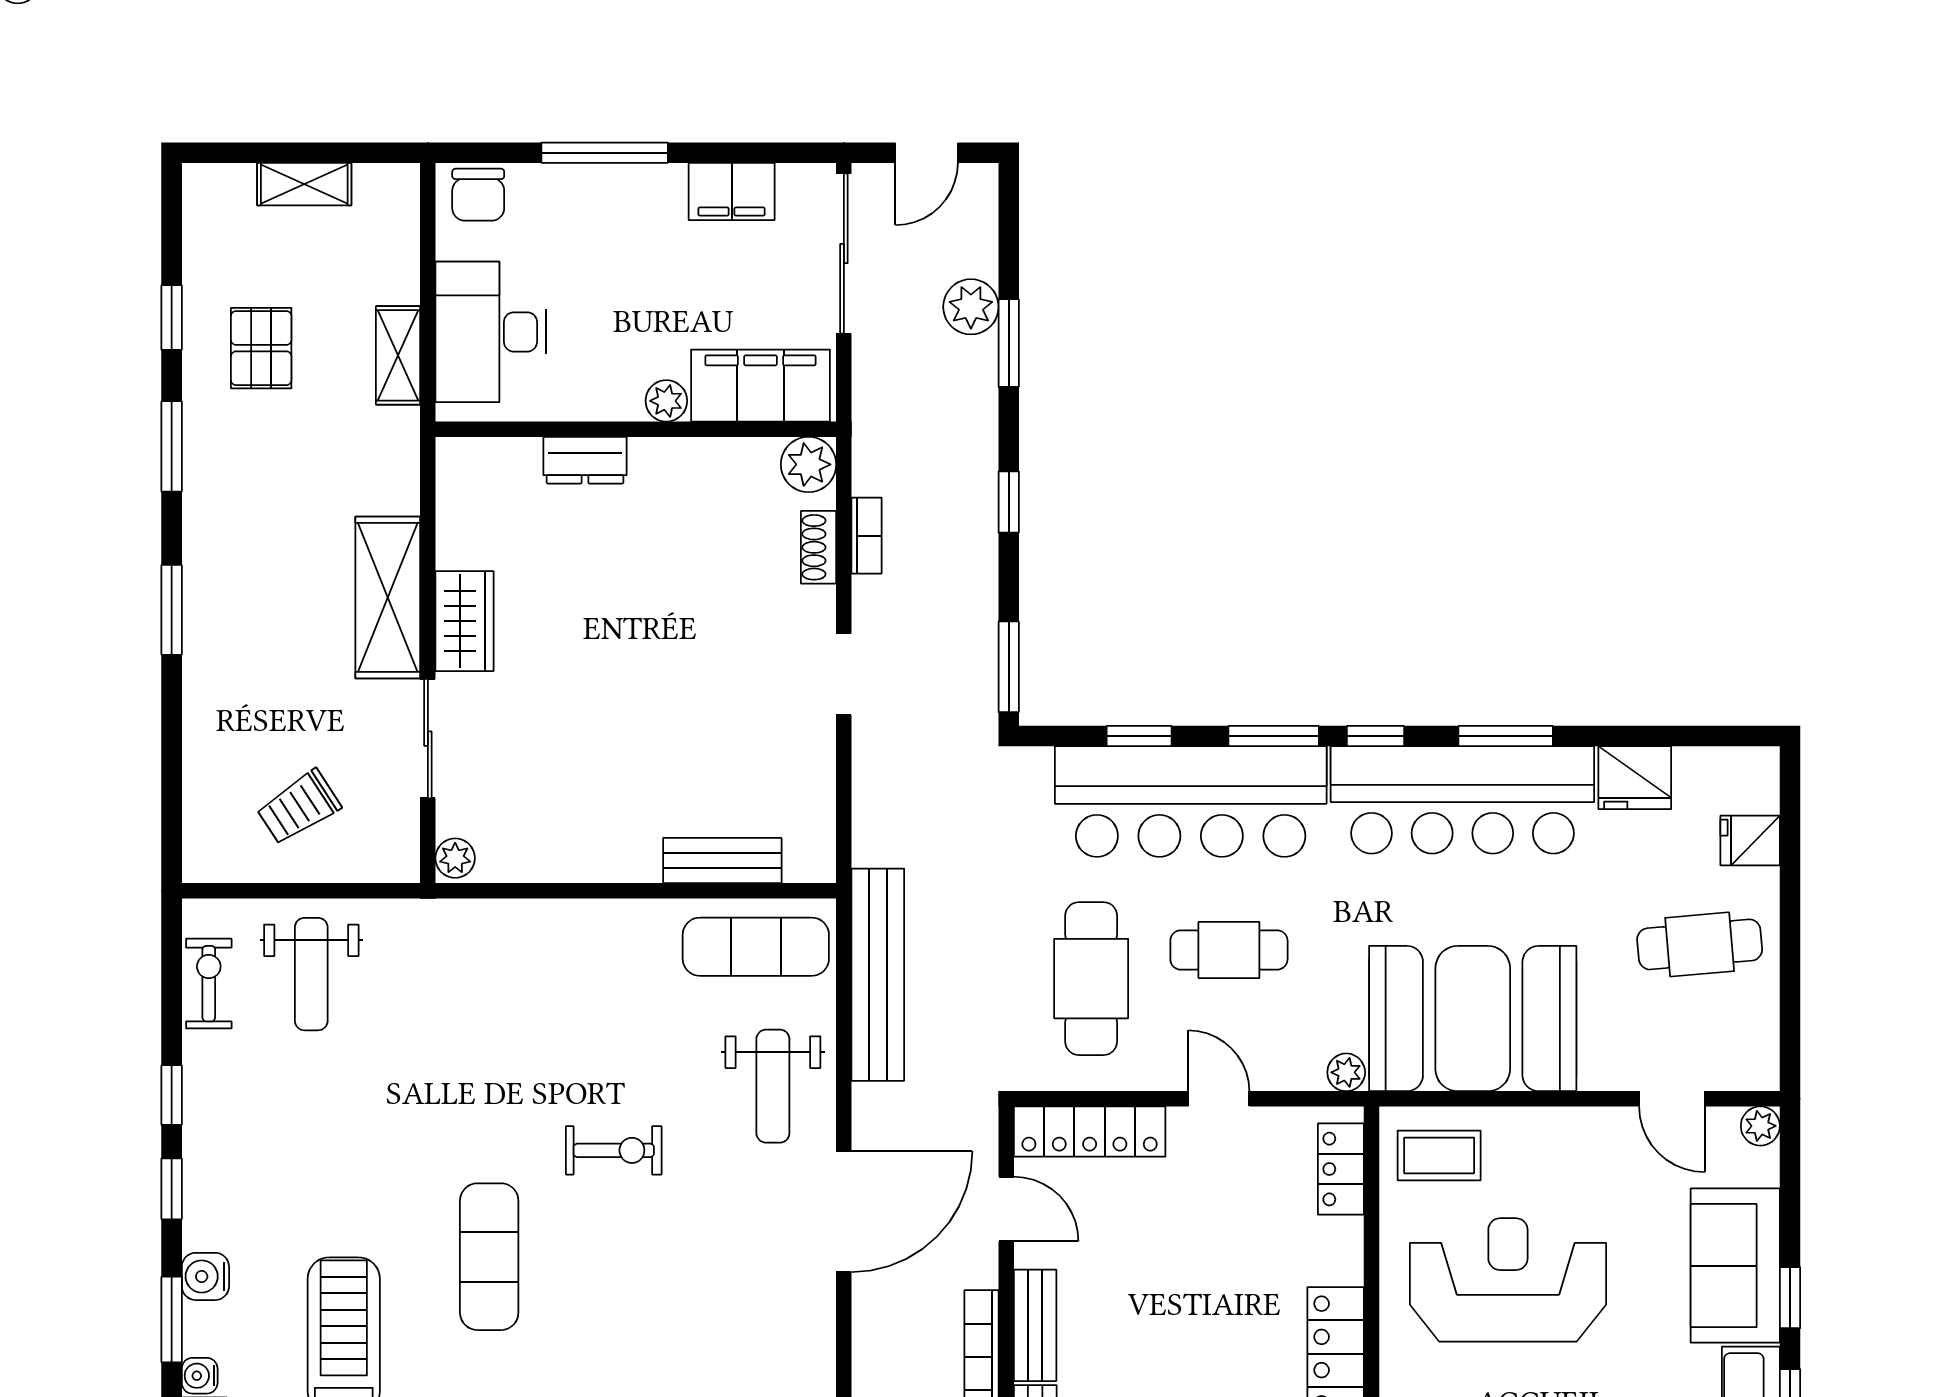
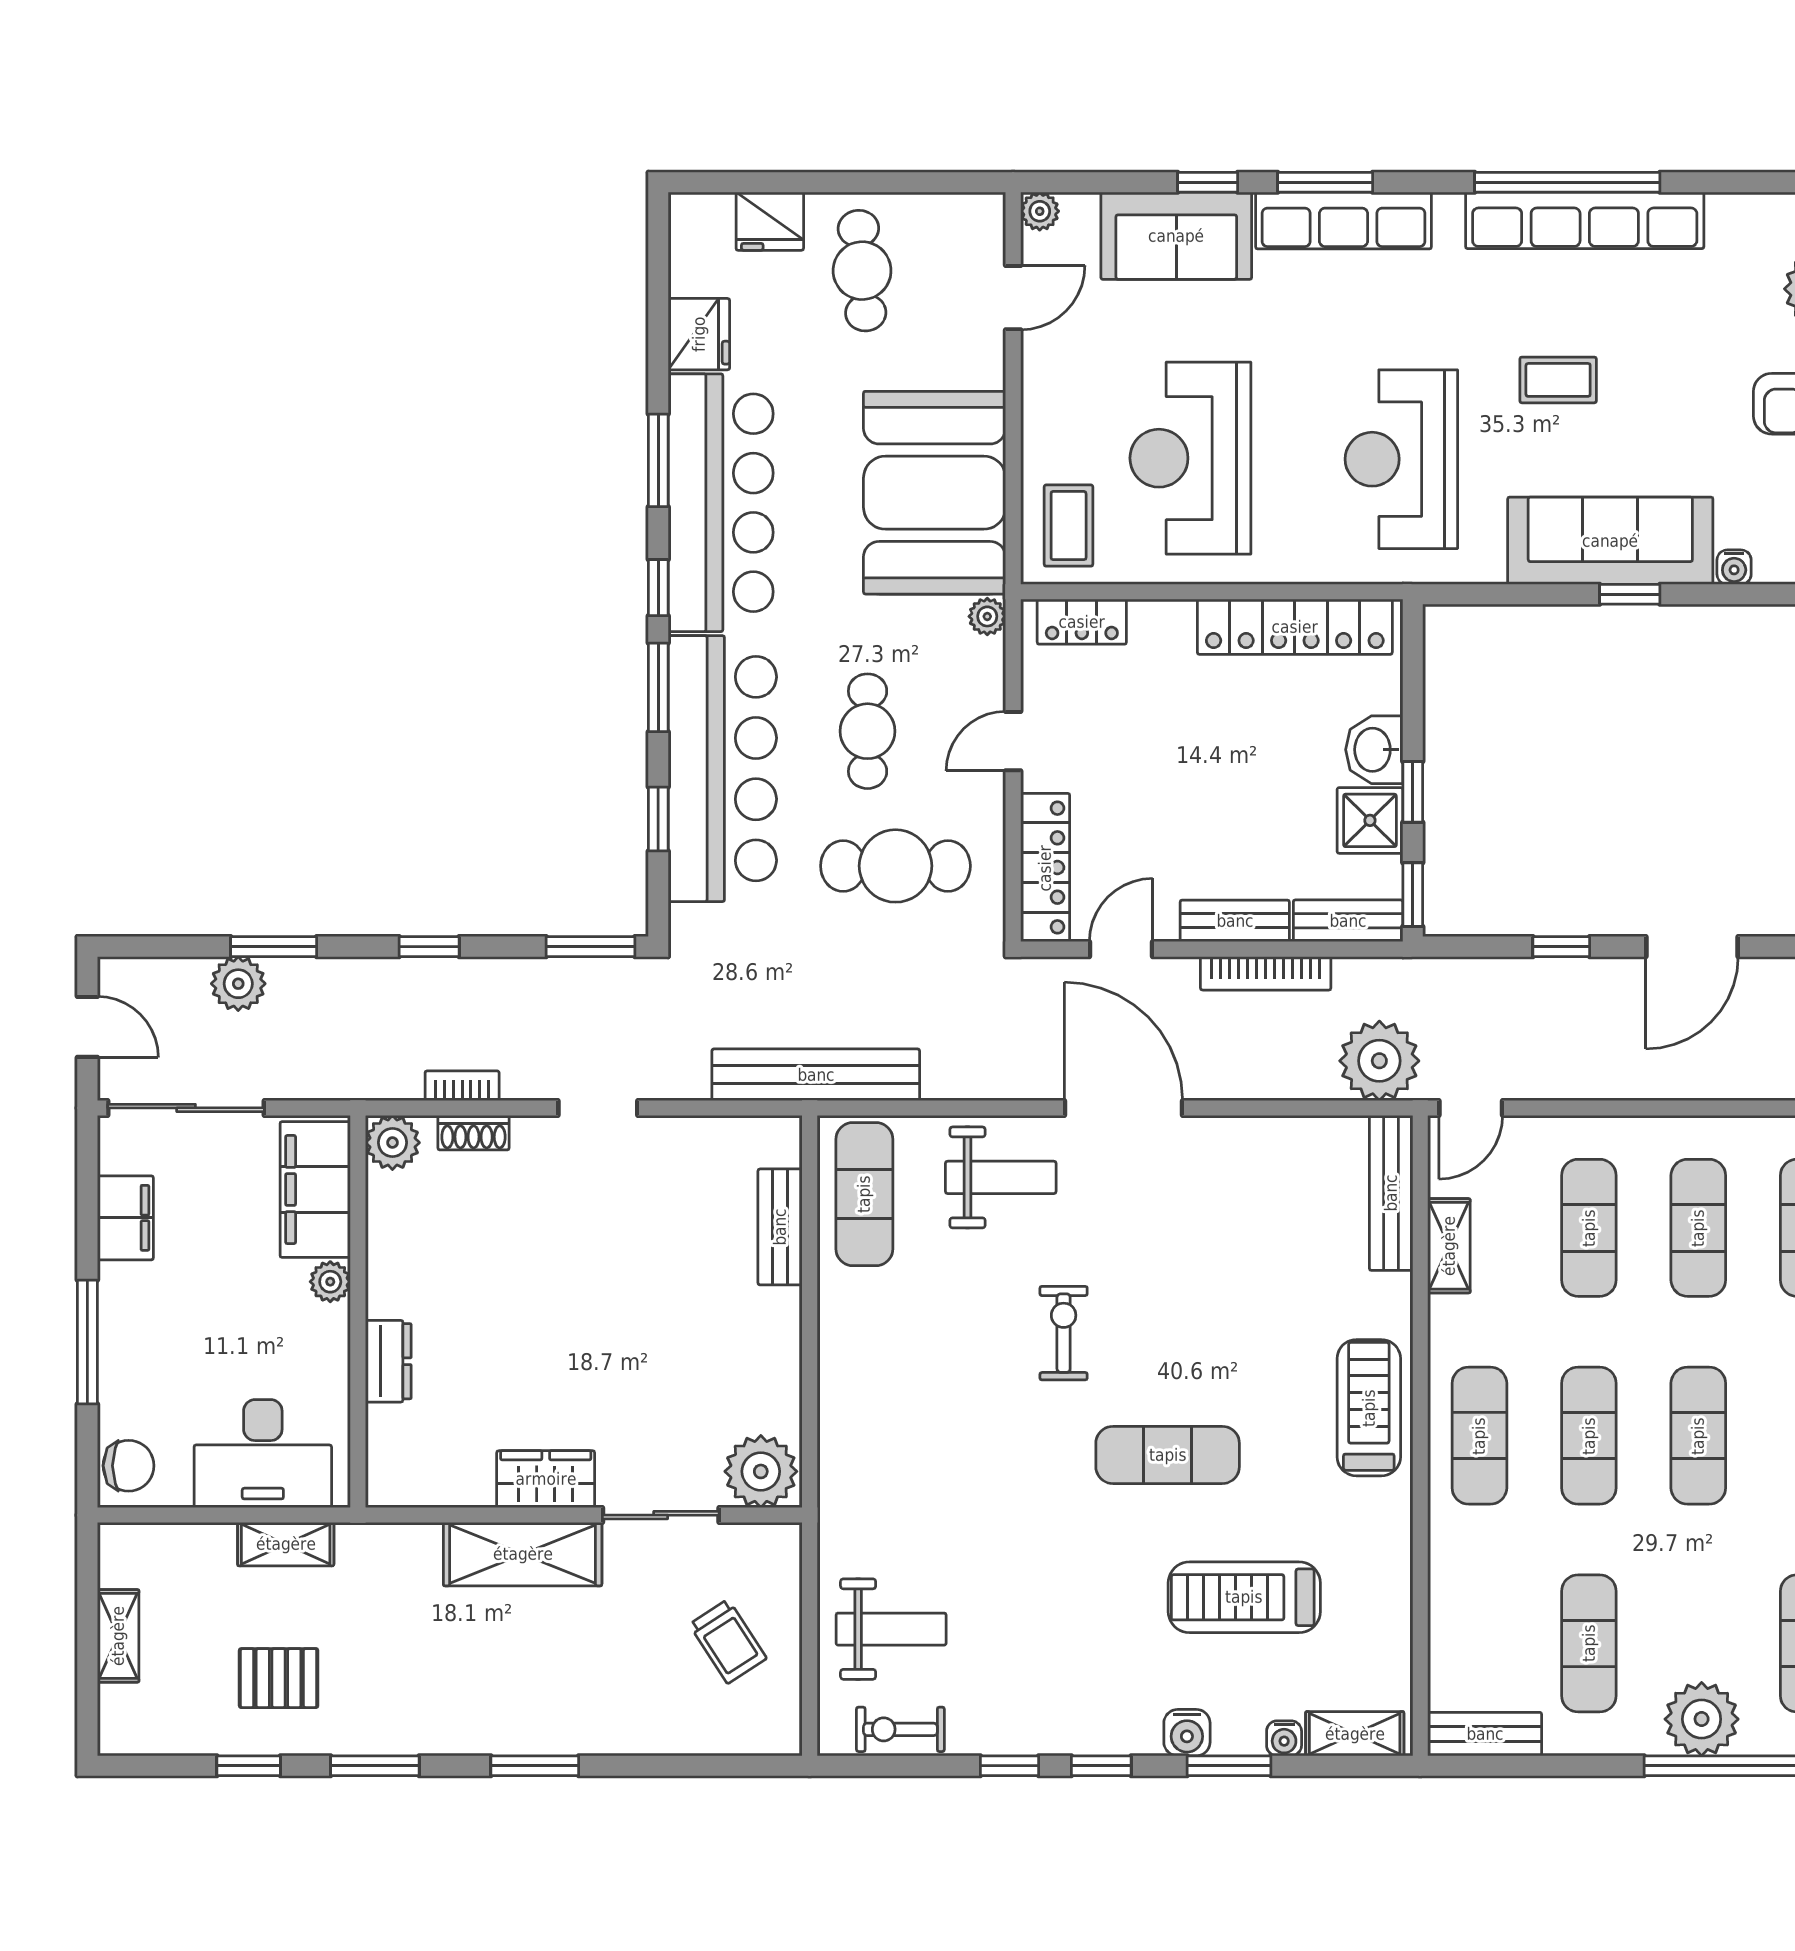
fridge: (1750, 841) -> (770, 221), width x1.38
plant: (455, 858) -> (761, 1471), width x1.88, depth x1.88
bench: (878, 975) -> (816, 1075), moved

